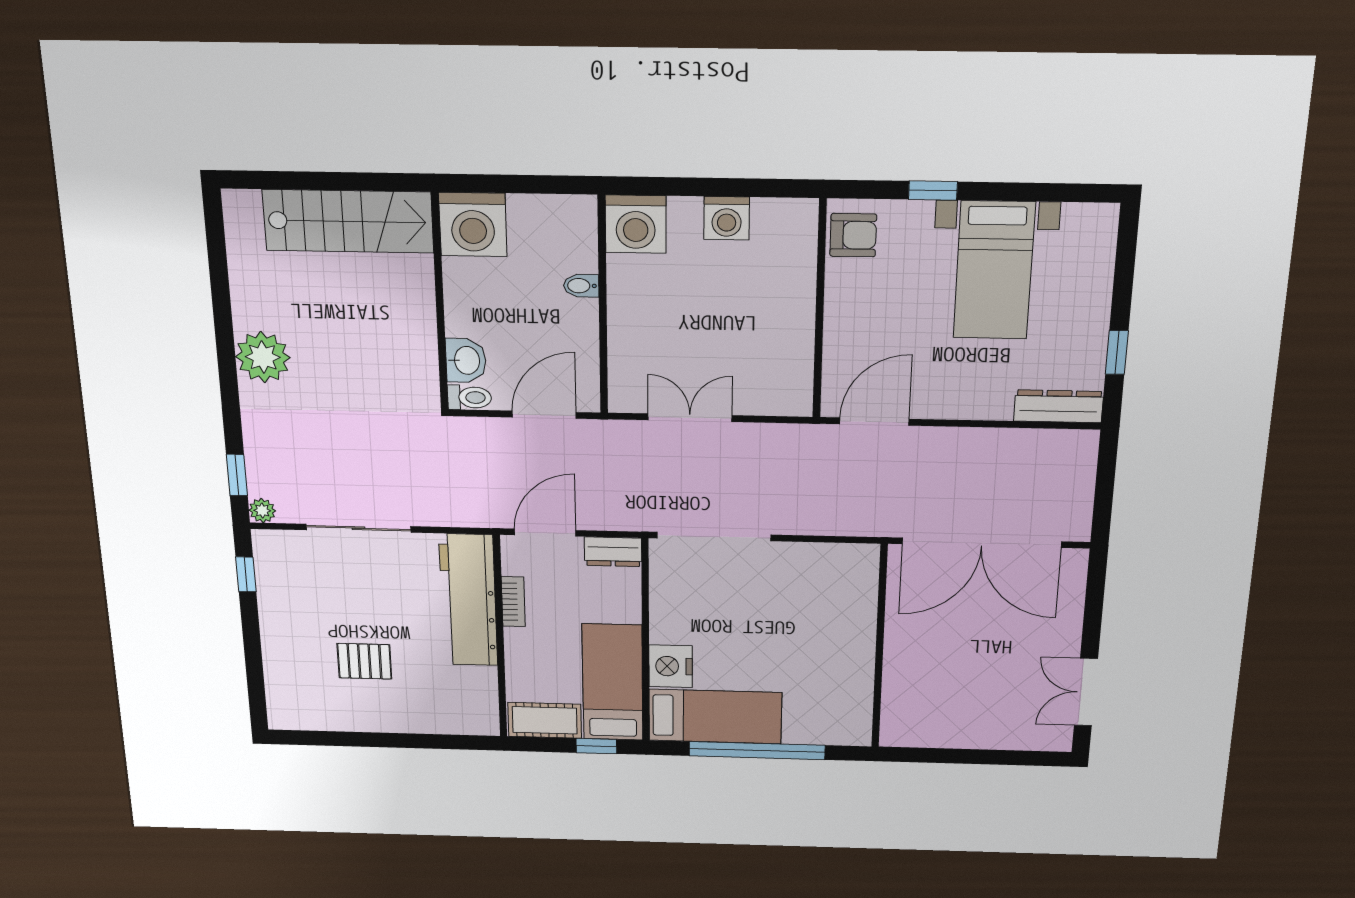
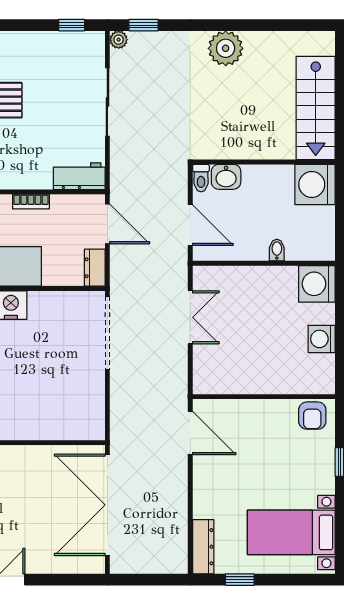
bed with nightstands: (994, 270) -> (291, 532), moved
workbench: (468, 600) -> (79, 176), width x0.53, depth x0.76
bookcase: (513, 602) -> (31, 202), moved

